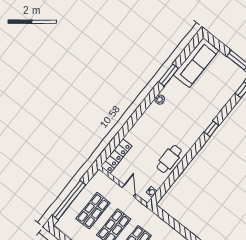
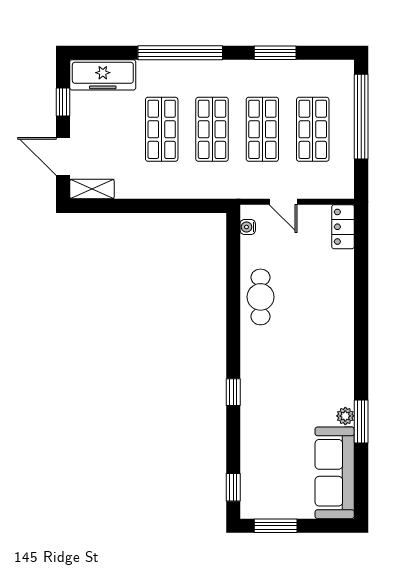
plant: (160, 100) -> (345, 416), moved
locker: (116, 156) -> (343, 227), width x0.66

